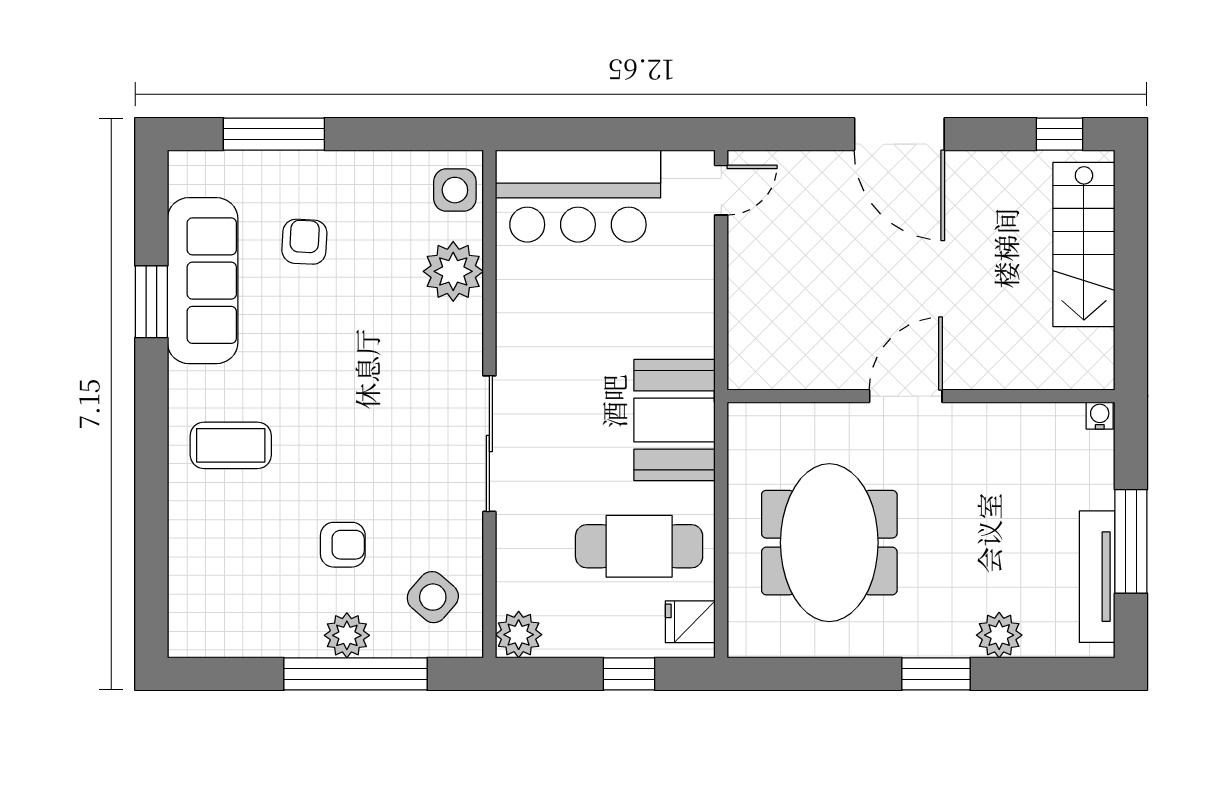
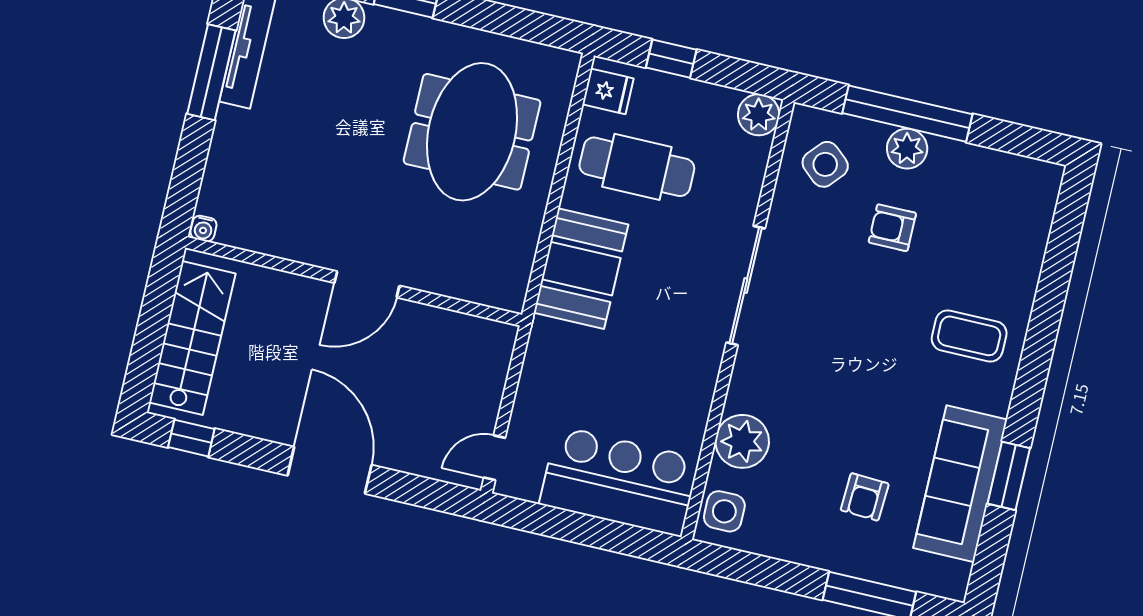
door: (906, 396) -> (367, 284), moved
wall: (921, 396) -> (354, 281), moved
water cooler: (1100, 416) -> (203, 229), moved

